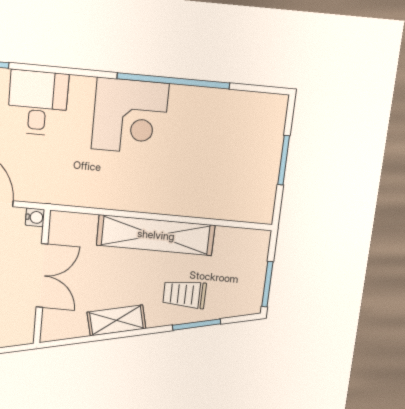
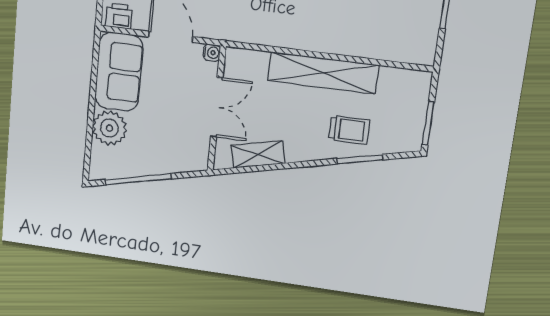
trolley: (185, 294) -> (349, 130), turned 180
shelving: (116, 320) -> (258, 154), moved

